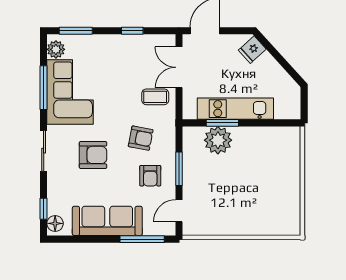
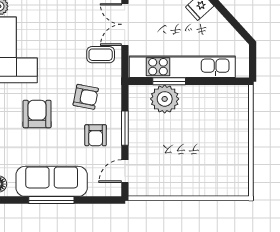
kitchen unit: (235, 109) -> (182, 67), width x1.36
armchair: (93, 155) -> (37, 114), turned -90
window: (142, 239) -> (51, 200), moved

